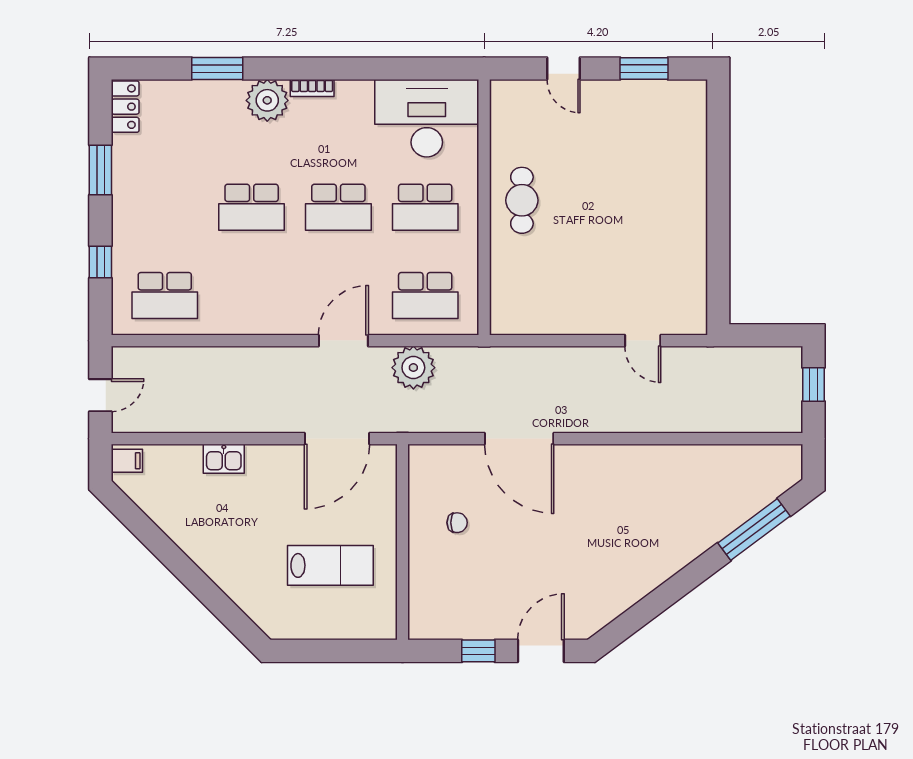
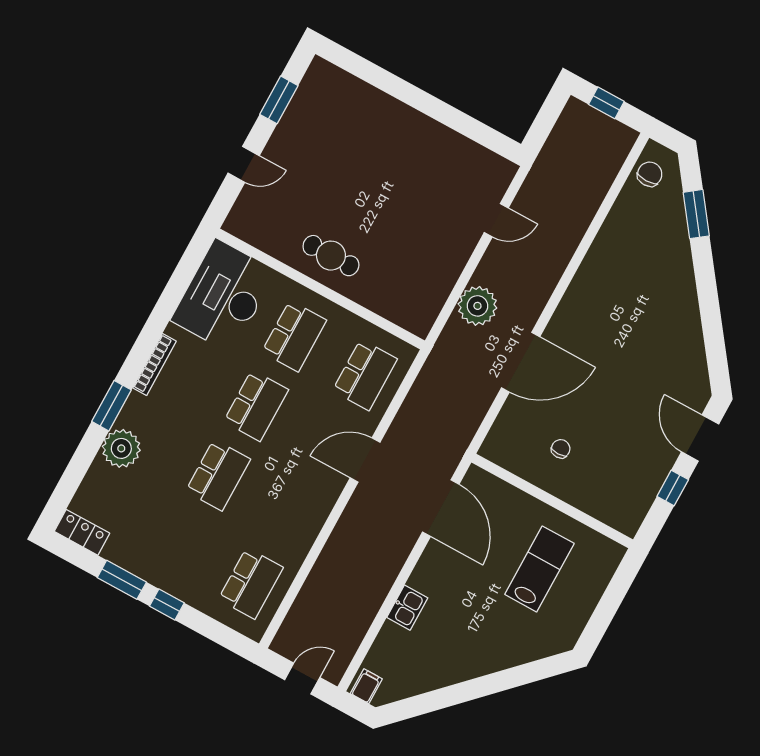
window: (217, 68) -> (111, 406), moved
bookcase: (312, 88) -> (154, 364), width x1.56
plant: (267, 100) -> (121, 448), moved
window: (100, 262) -> (167, 604), moved
door: (343, 341) -> (365, 460), hinge flipped
plant: (413, 368) -> (477, 306), moved
door: (100, 395) -> (302, 679), hinge flipped
chair: (768, 464) -> (650, 174), added
window: (754, 529) -> (696, 214), width x0.69

